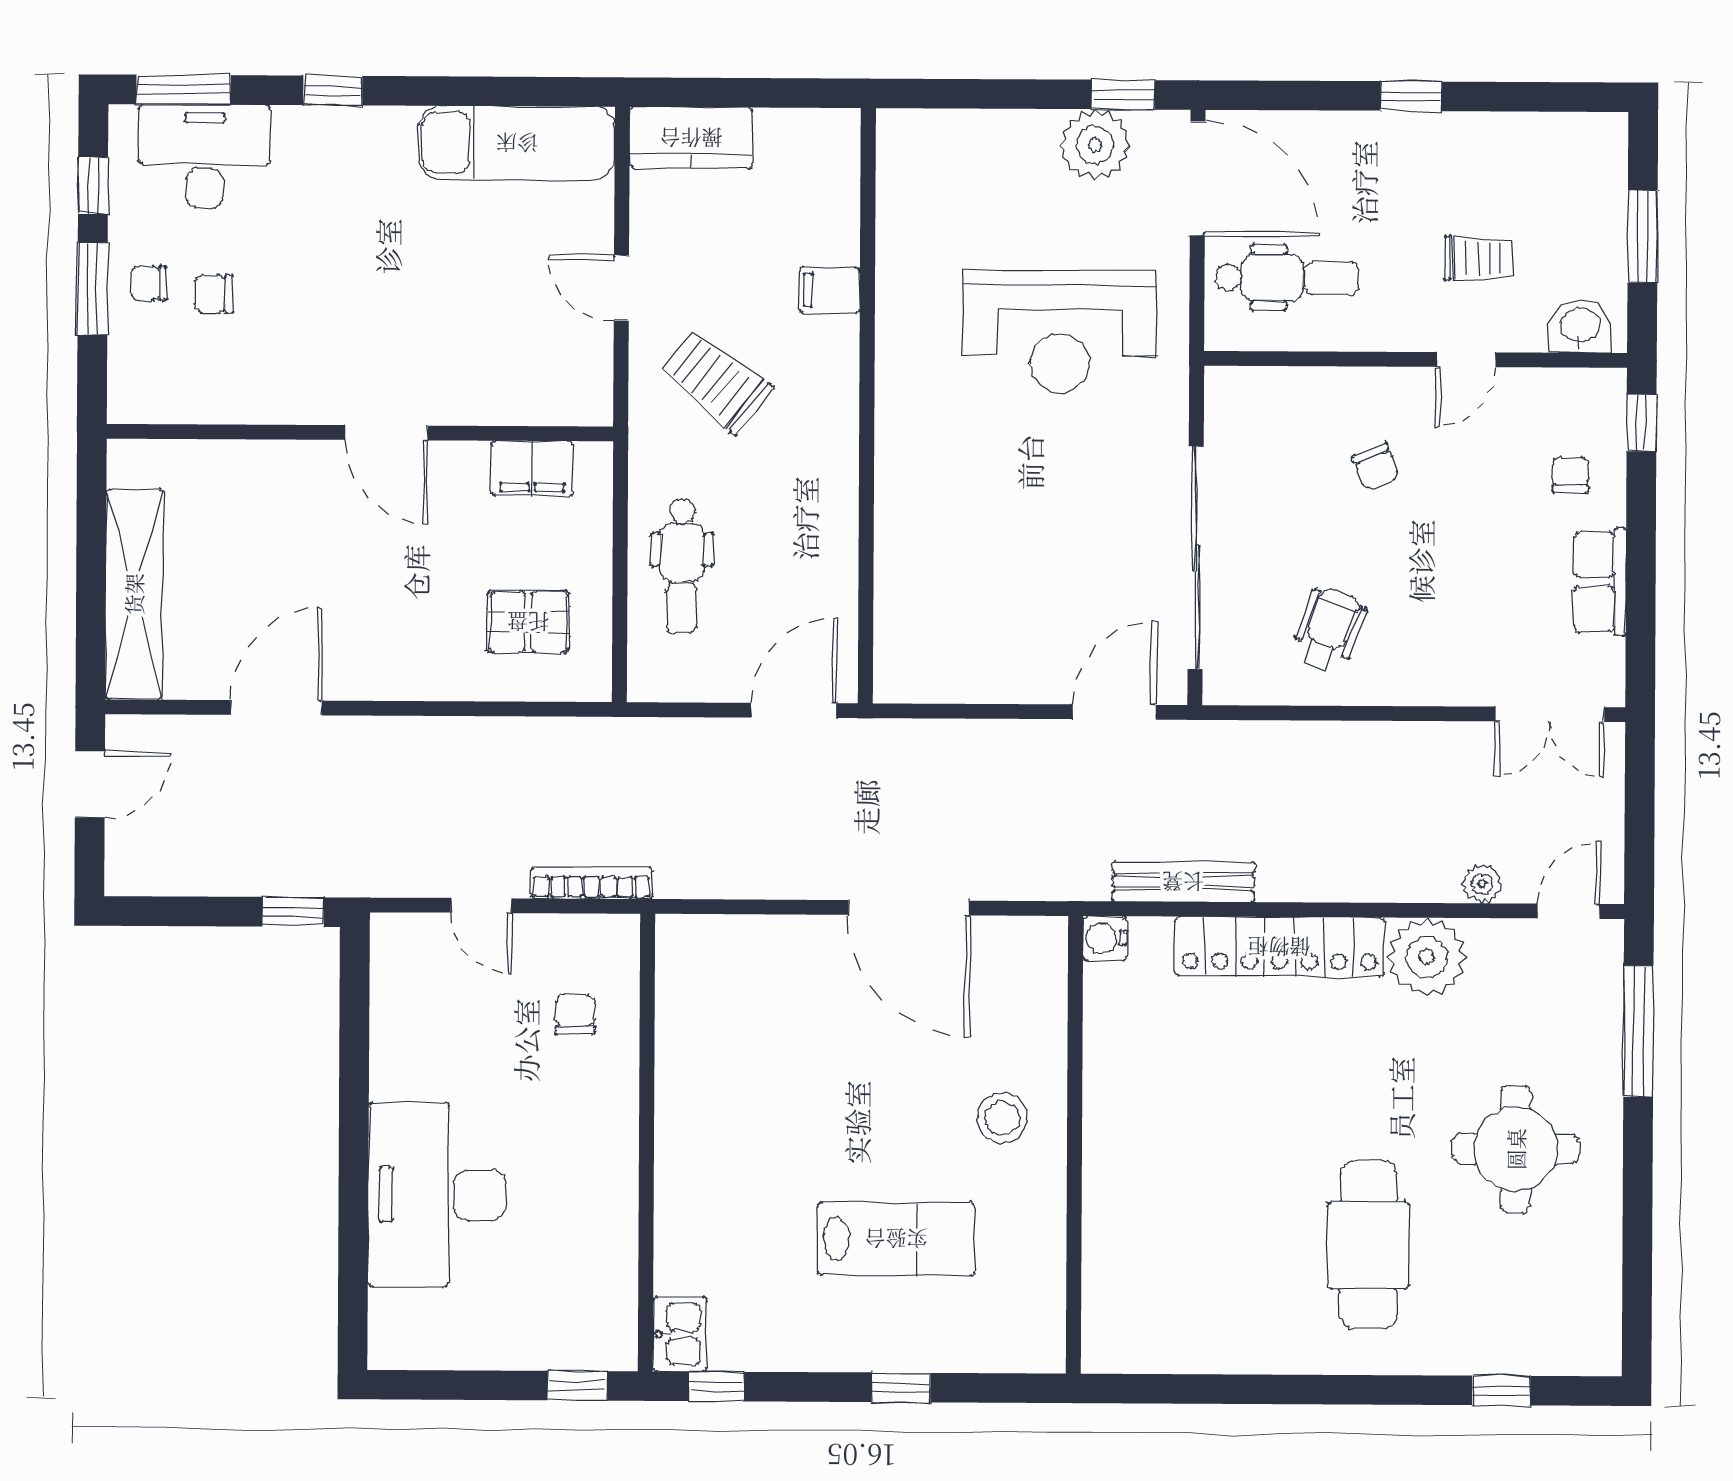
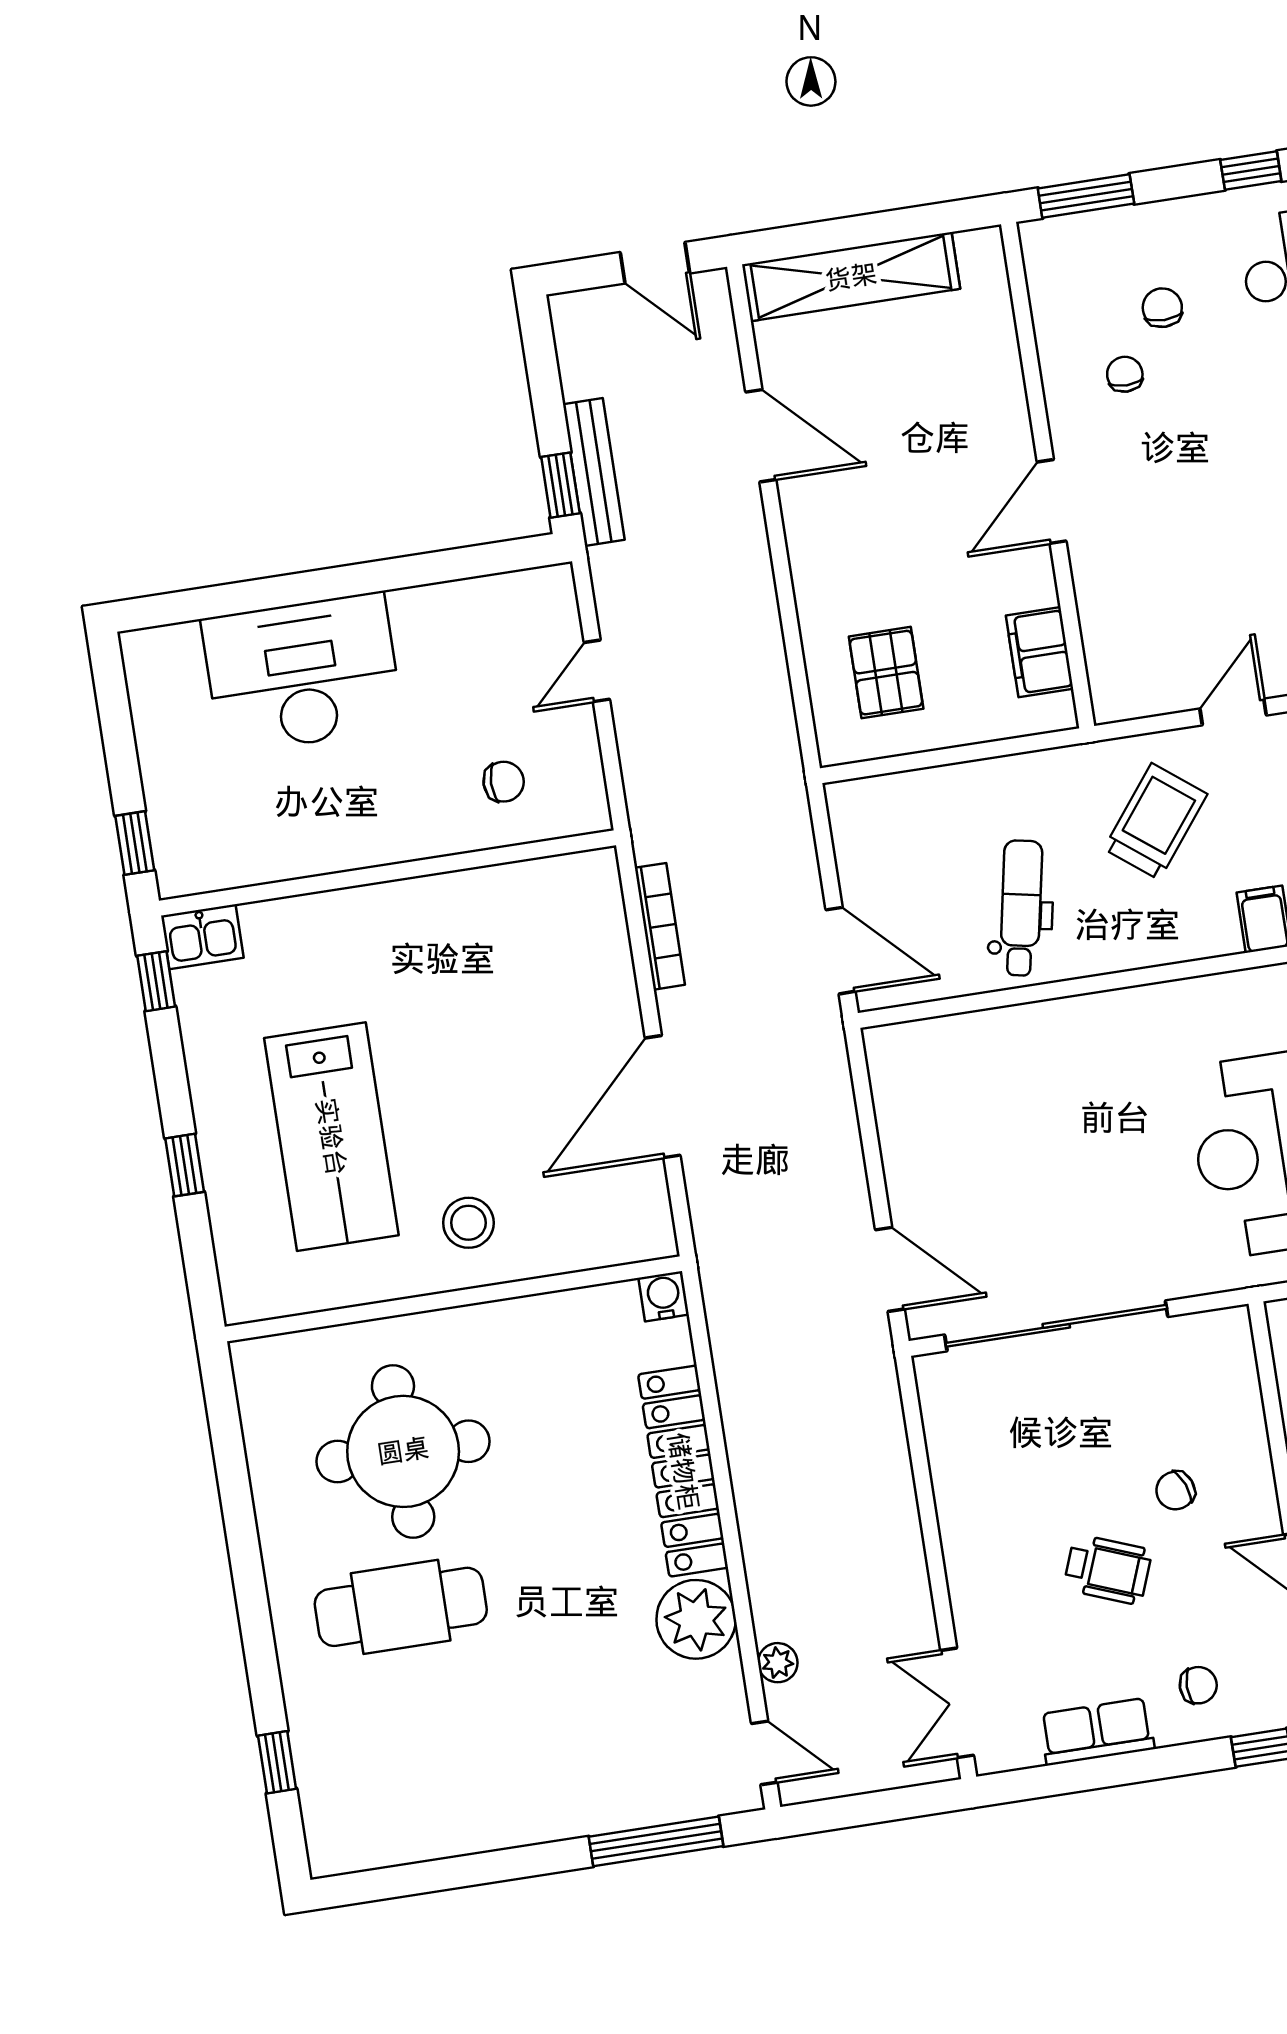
chair: (149, 283) -> (1125, 374), moved
window: (93, 289) -> (1086, 196), moved
dental chair: (682, 566) -> (1021, 908), moved, turned 101
wheelchair: (1329, 630) -> (1108, 1570), moved
bench: (1183, 882) -> (594, 472), moved
bookcase: (592, 883) -> (660, 926), moved
round table: (1516, 1149) -> (403, 1451), moved, width x1.36, depth x1.36
lab bench: (896, 1239) -> (331, 1137), width x1.36, depth x1.39

